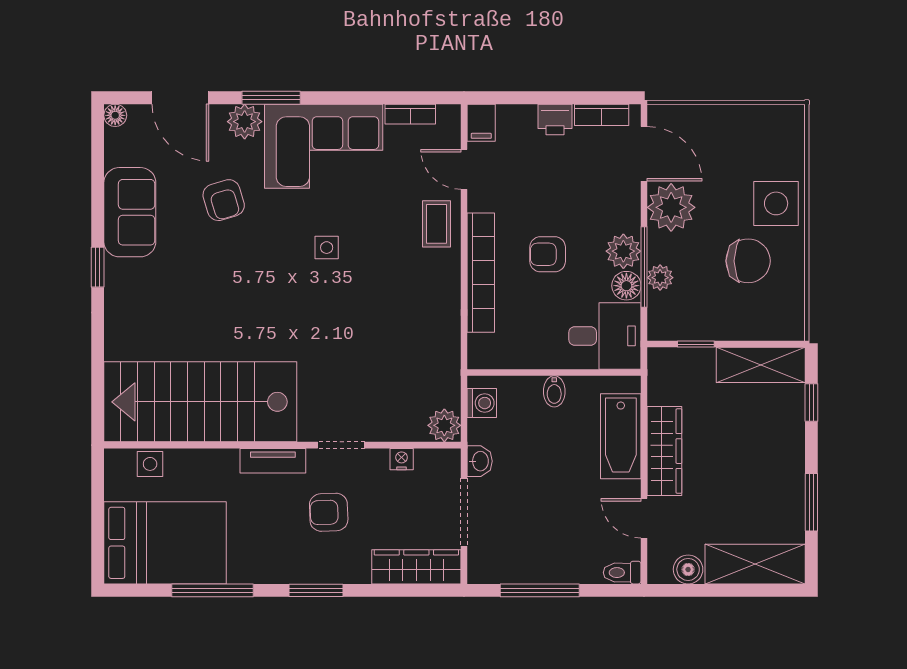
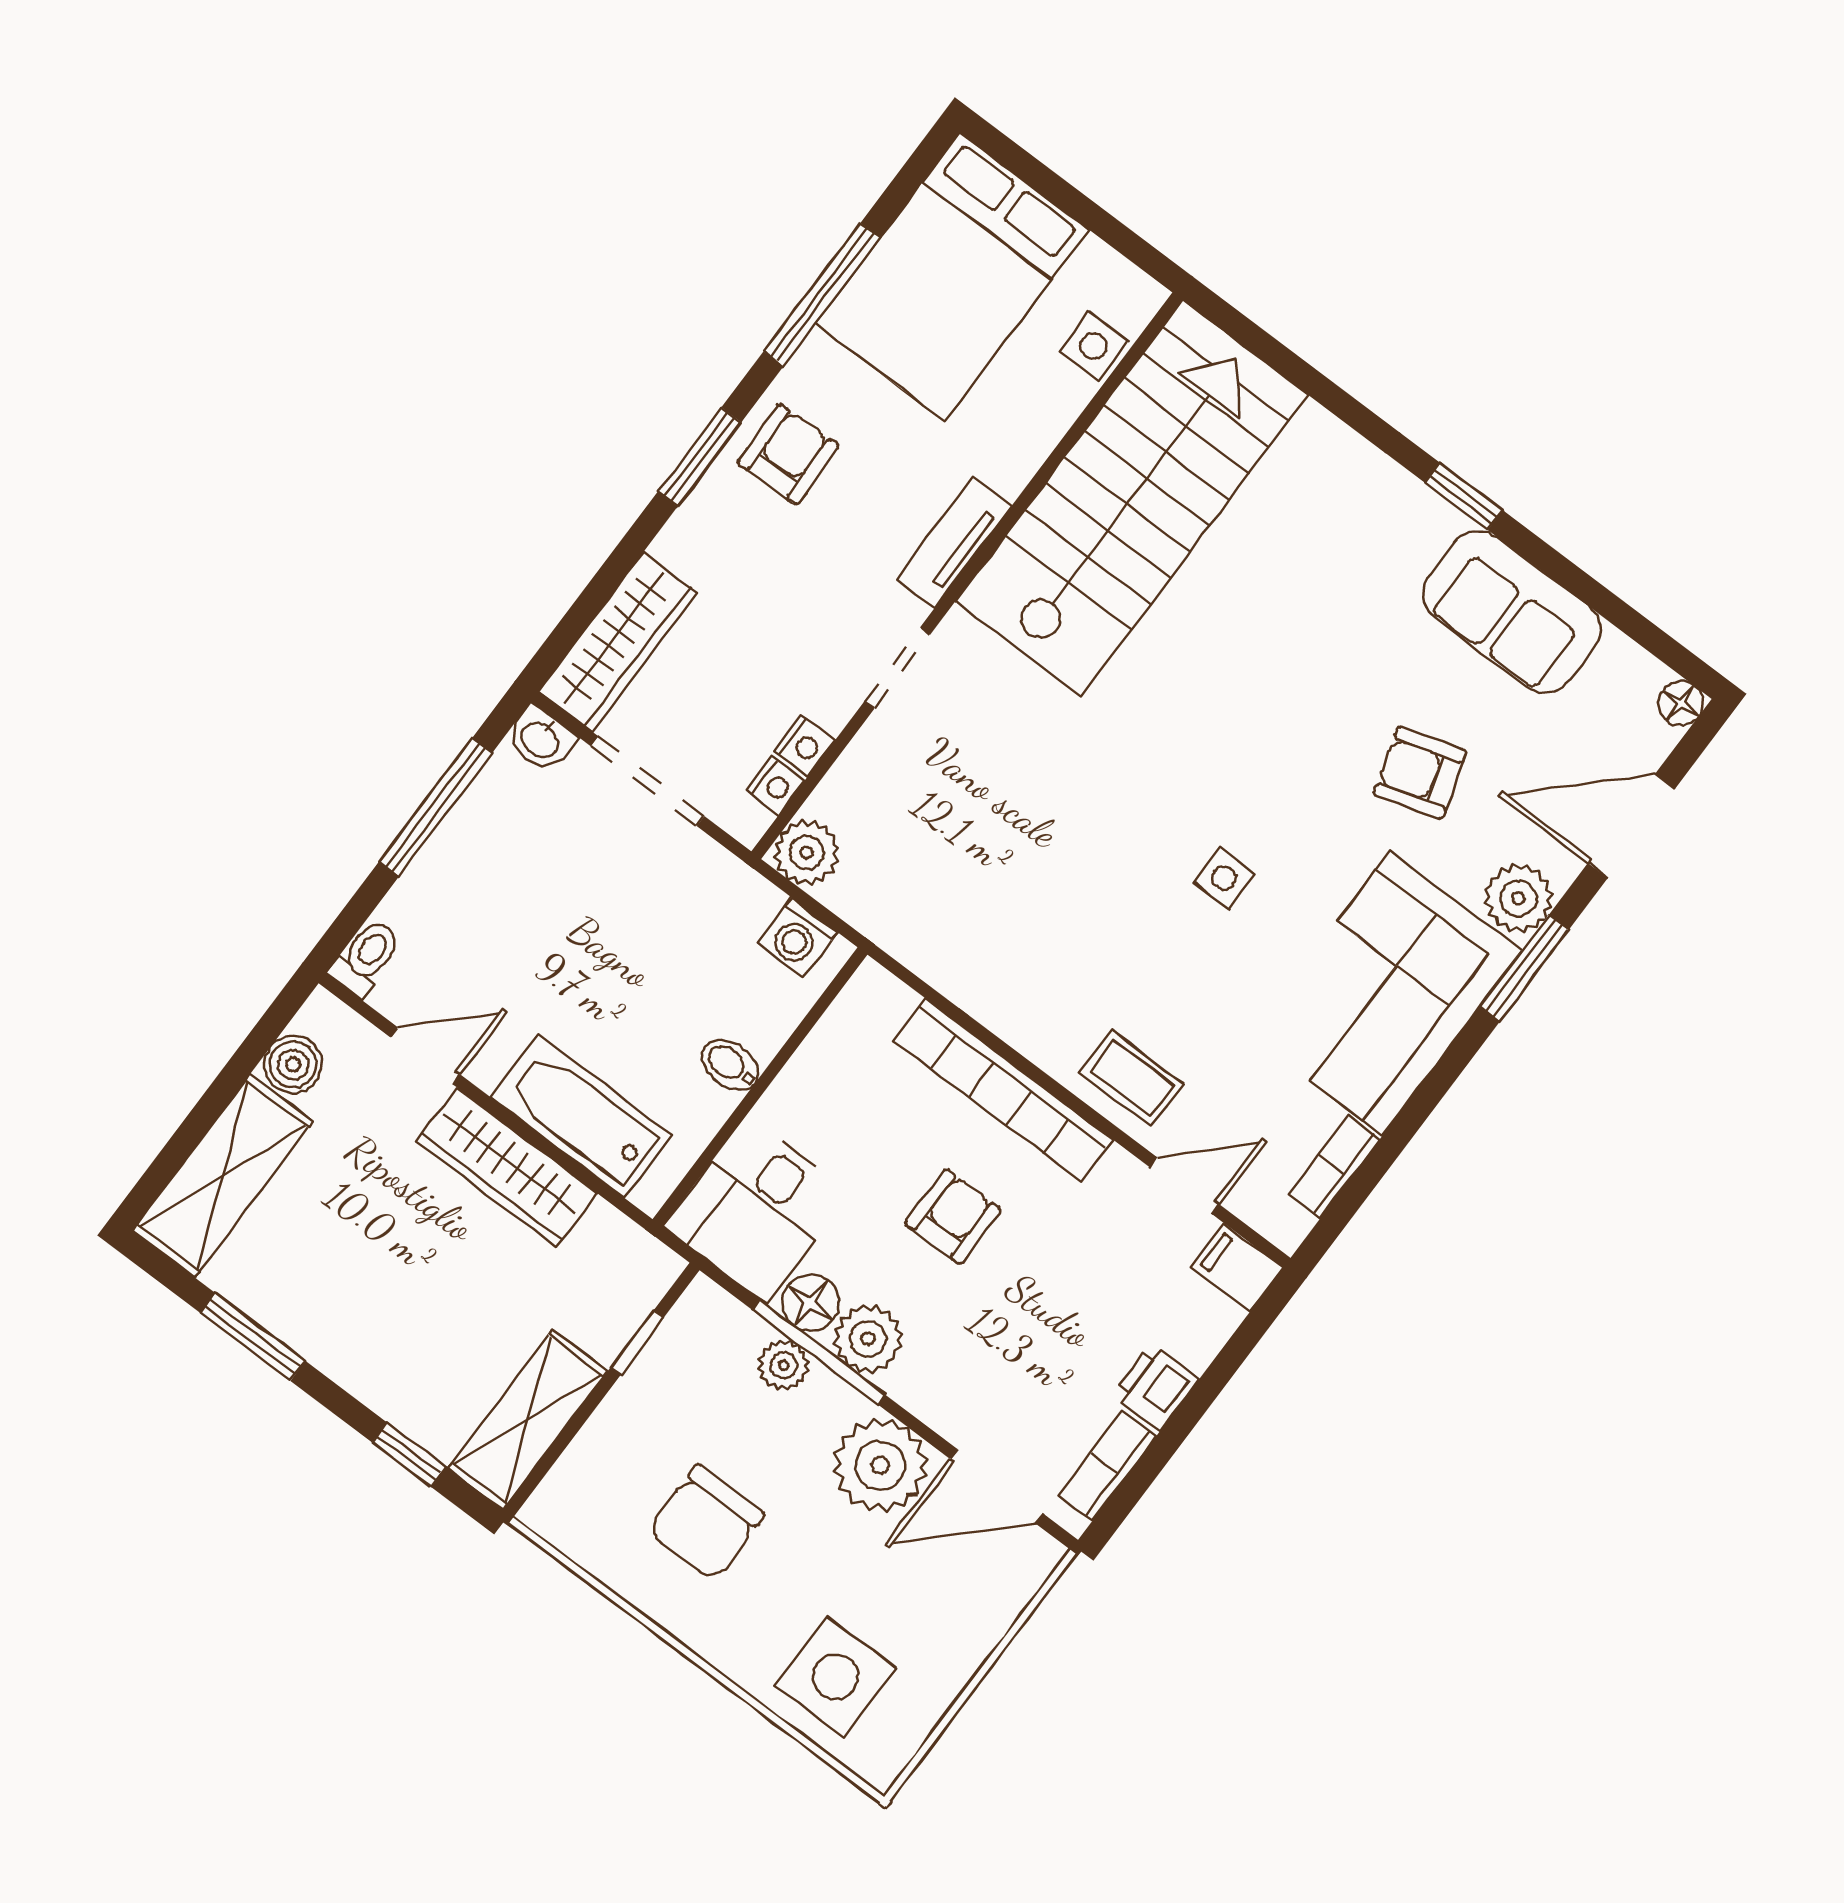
side table: (776, 203) -> (835, 1677), moved
nightstand: (427, 459) -> (775, 786), added
washbasin: (480, 461) -> (541, 739), moved
armchair: (329, 512) -> (788, 454), moved

